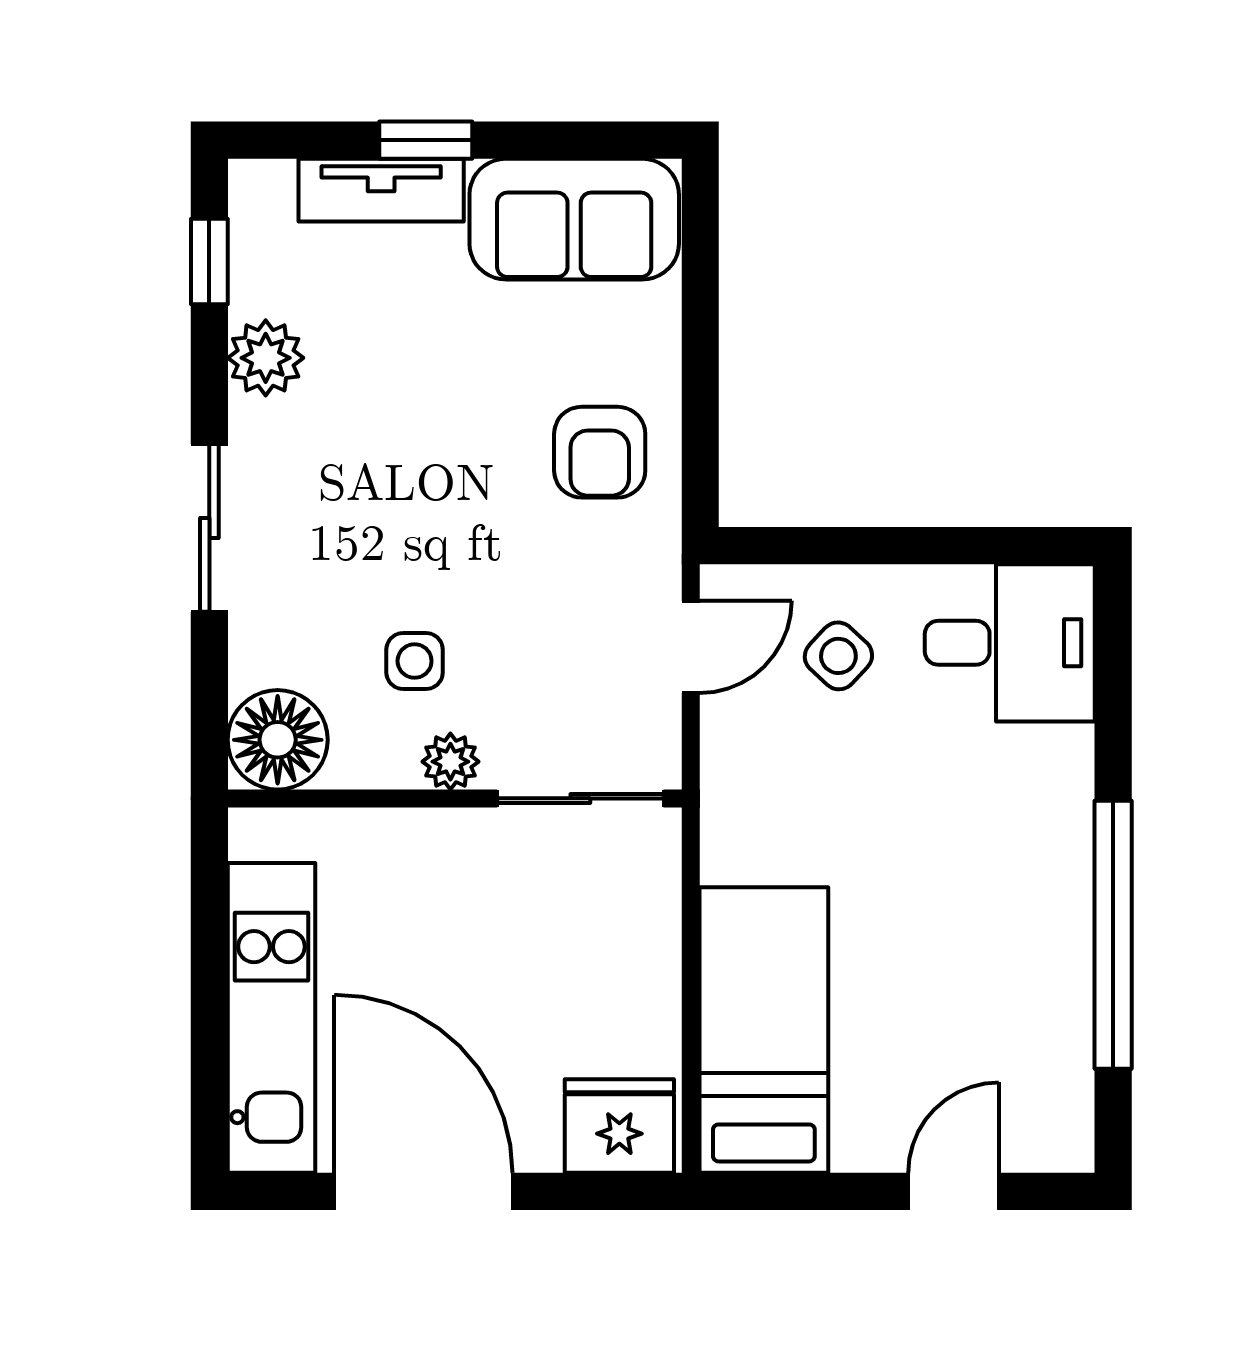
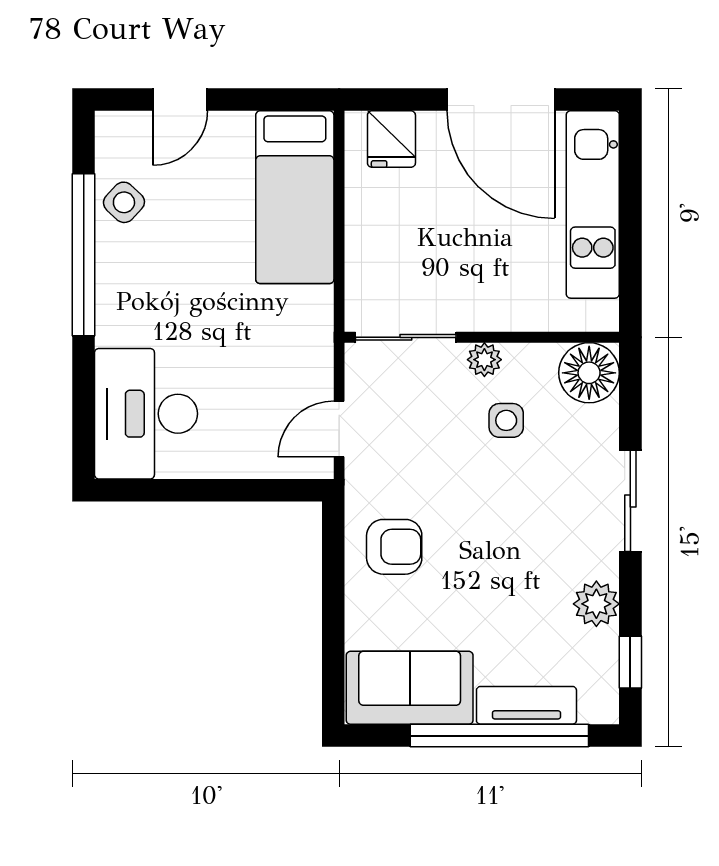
window: (426, 140) -> (499, 736), width x3.17
armchair: (600, 452) -> (394, 547), turned 90
desk: (1010, 643) -> (146, 414), width x1.37
side table: (838, 656) -> (124, 202), moved
fridge: (619, 1126) -> (391, 139), width x0.72

